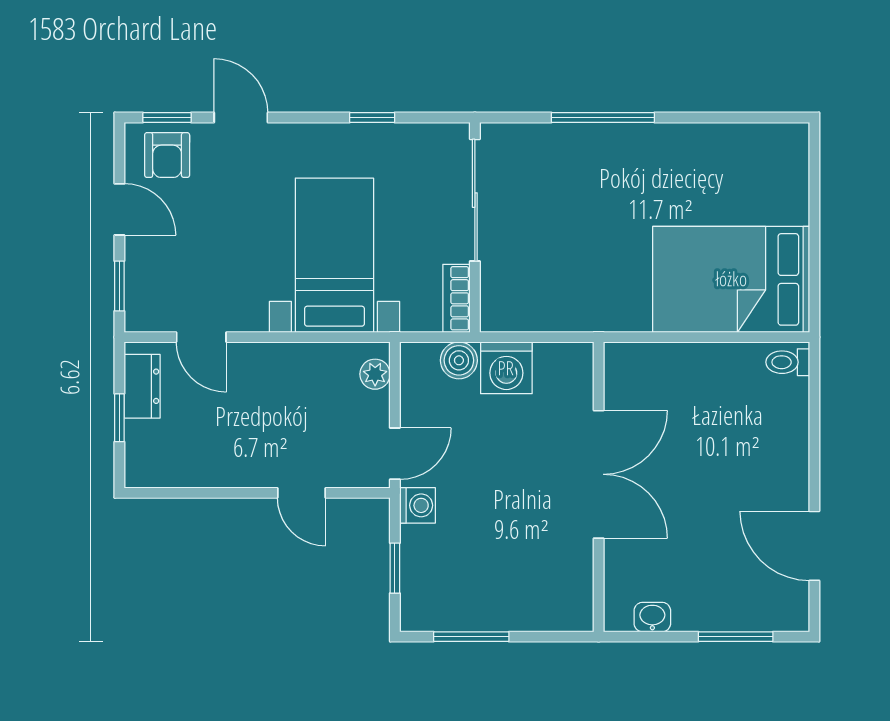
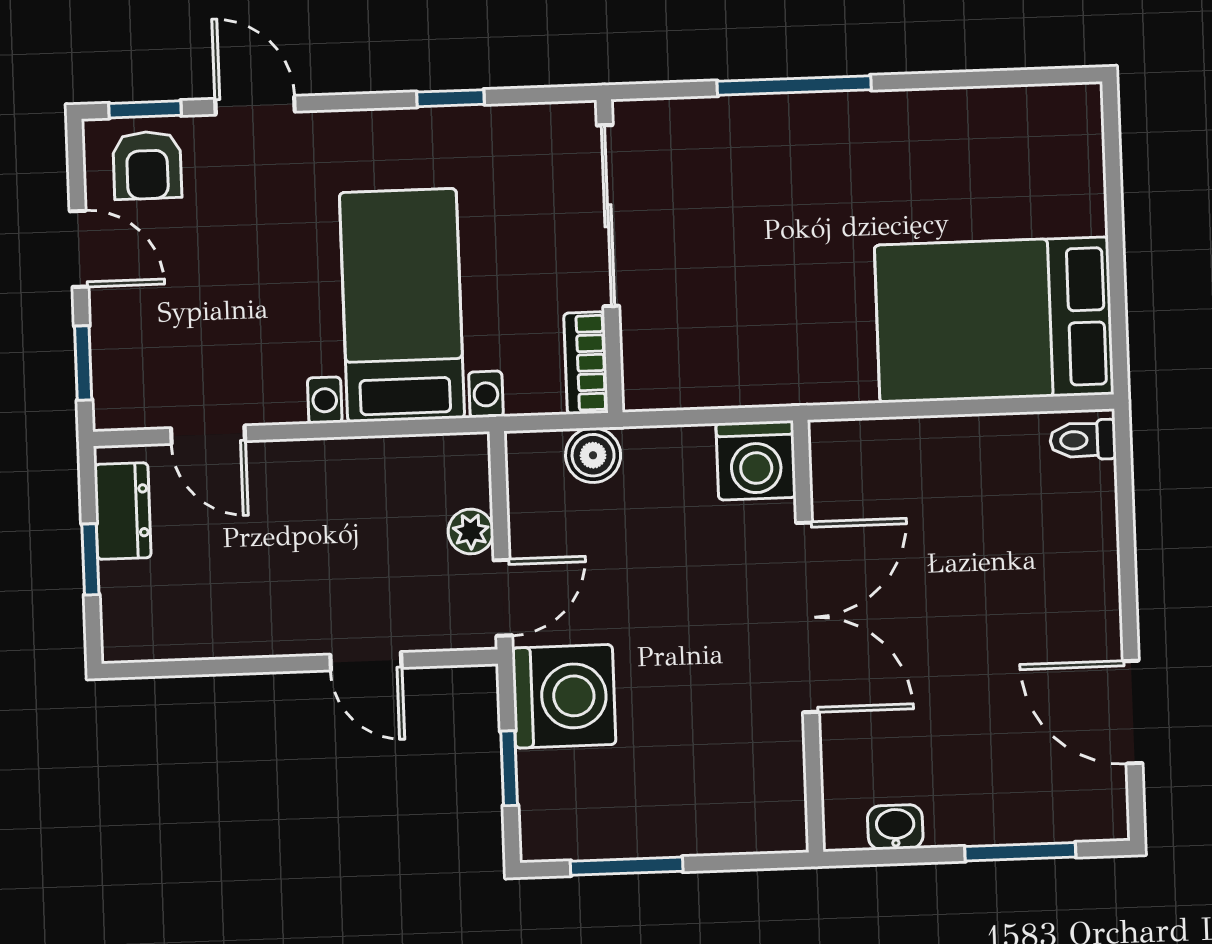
washing machine: (506, 368) -> (756, 460), moved
plant: (375, 374) -> (471, 531), moved
washing machine: (418, 505) -> (564, 696), width x1.89, depth x1.89

